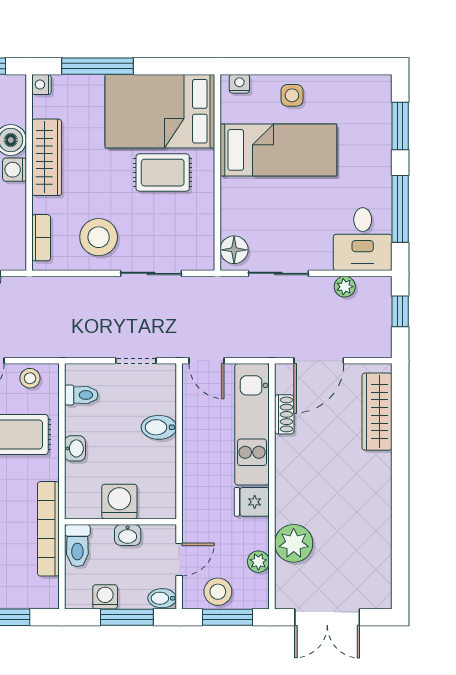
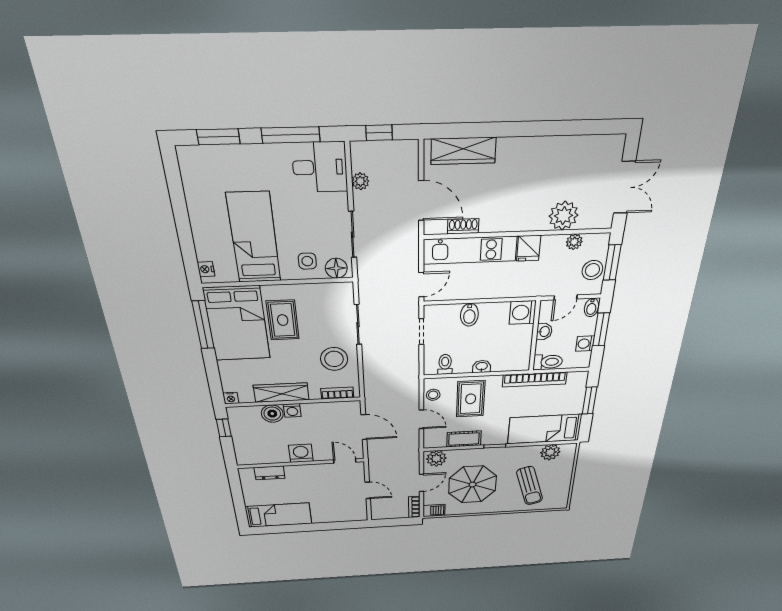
window: (97, 66) -> (203, 325), moved
side table: (292, 95) -> (307, 261), moved
washing machine: (119, 502) -> (523, 312), moved
door: (179, 559) -> (565, 297), swing flipped

